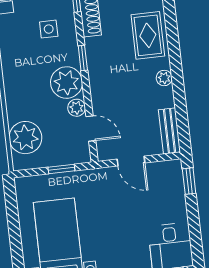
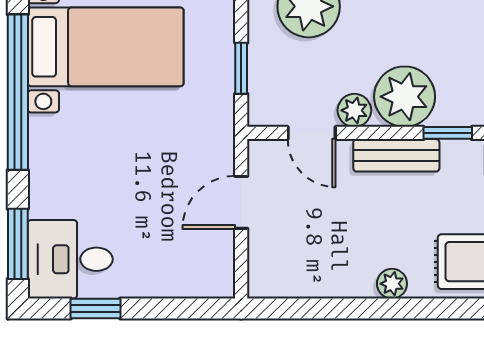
door: (91, 129) -> (312, 133), hinge flipped
bench: (169, 131) -> (396, 155), moved
window: (189, 181) -> (96, 309), moved

